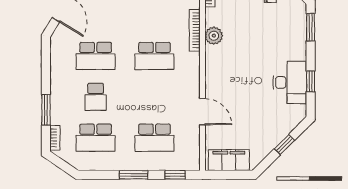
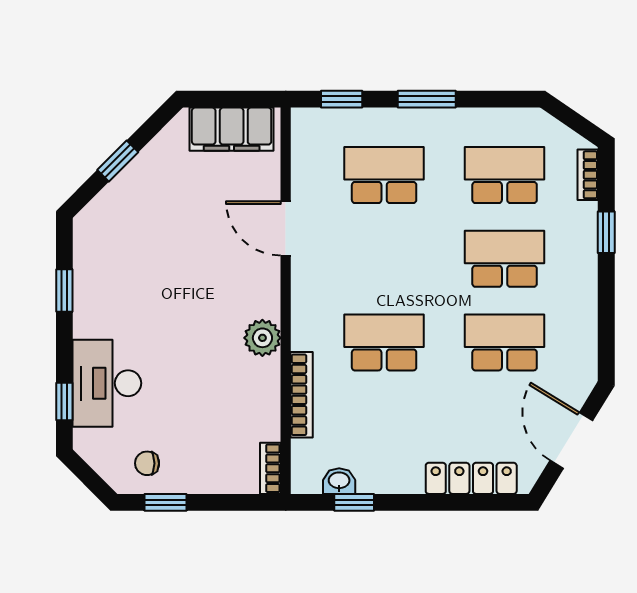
window: (311, 27) -> (64, 401), width x0.67
plant: (214, 36) -> (262, 338), moved
desk: (290, 82) -> (107, 383), moved
school desk: (96, 97) -> (505, 259), width x1.85
window: (46, 110) -> (606, 232), width x0.67

